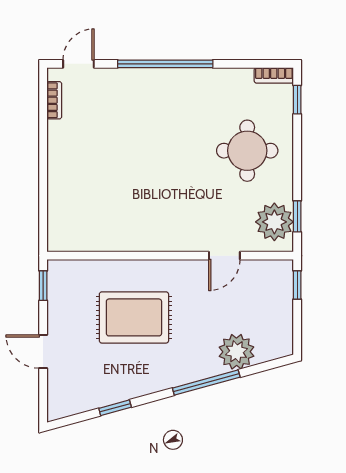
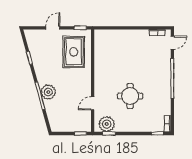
door: (79, 64) -> (172, 43), hinge flipped
round table: (247, 151) -> (130, 96), moved
door: (224, 256) -> (93, 103), hinge flipped
rug: (134, 317) -> (74, 52), moved
plant: (236, 352) -> (48, 92), moved

